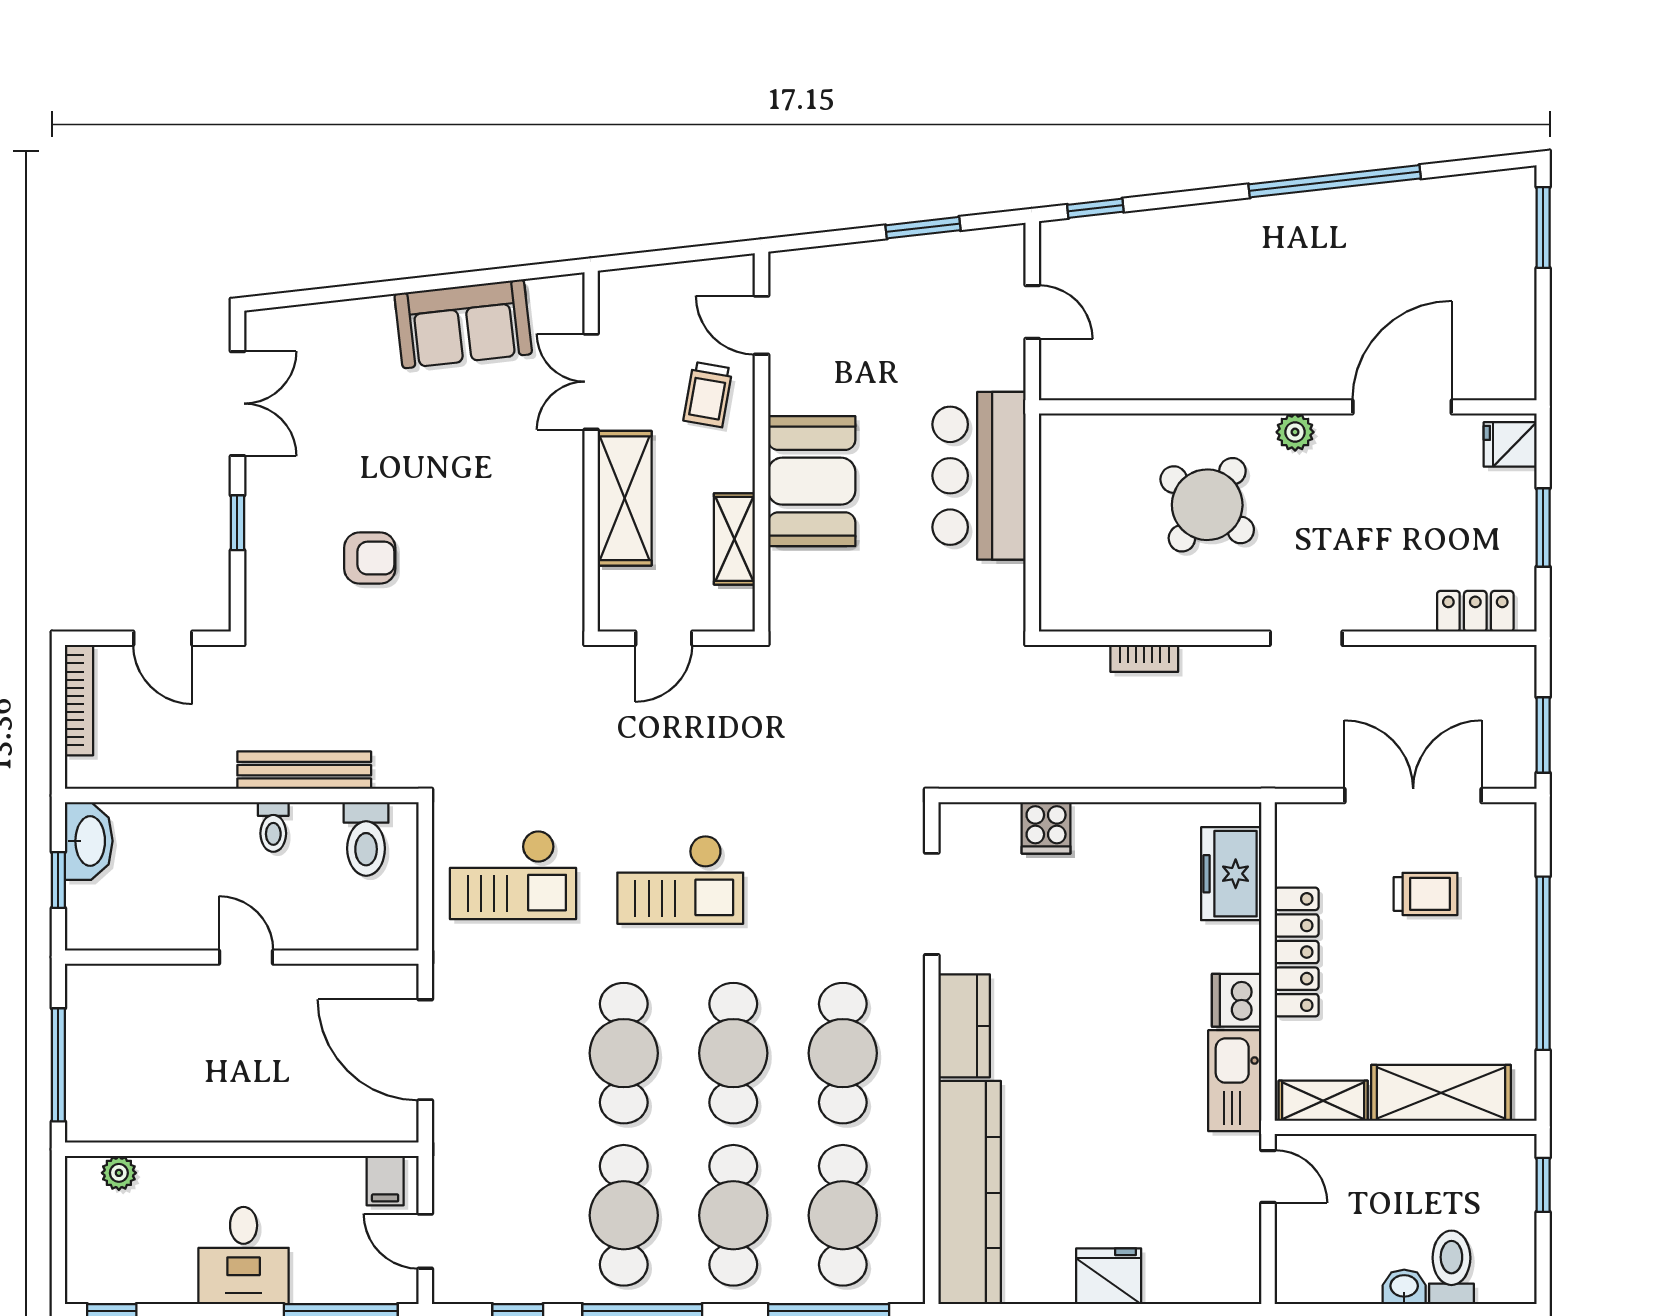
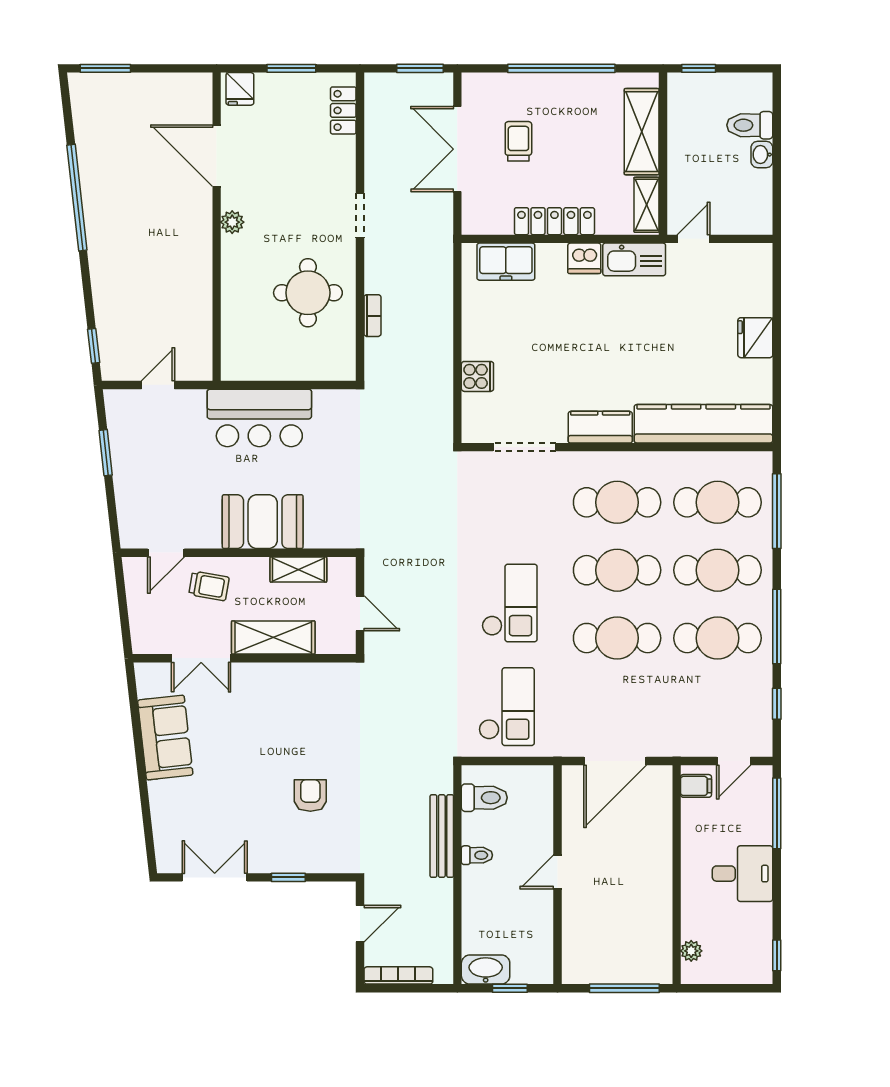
round table: (1207, 505) -> (308, 293), moved, turned -37

